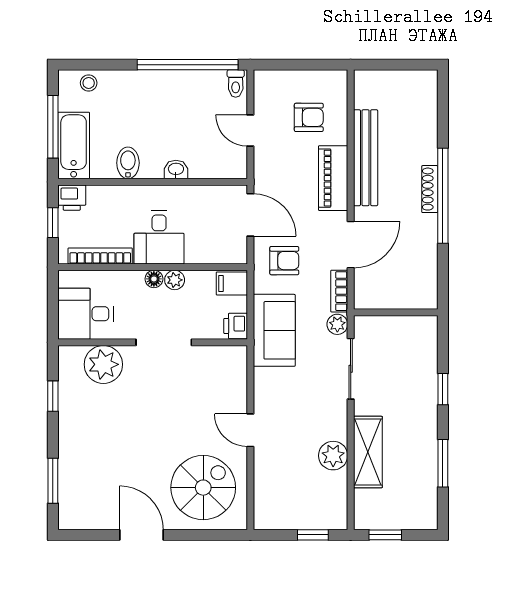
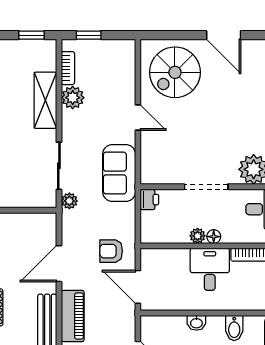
filing cabinet: (232, 284) -> (152, 233), removed
bookcase: (339, 291) -> (68, 68), moved
sofa: (274, 330) -> (119, 173), moved

